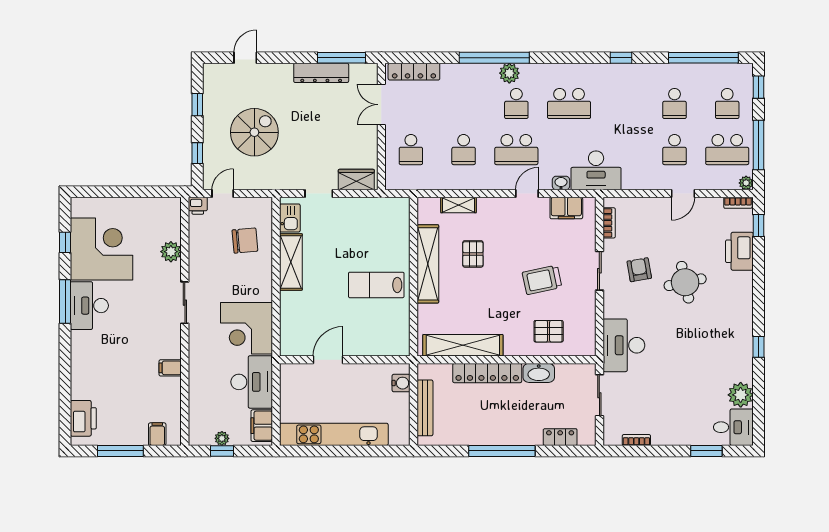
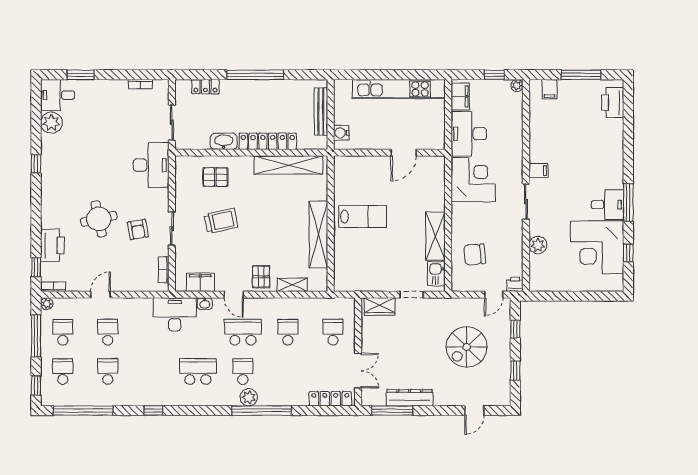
school desk: (727, 150) -> (63, 332), width x0.54
door: (527, 194) -> (234, 295), hinge flipped
pallet: (473, 254) -> (261, 277), moved
desk: (89, 306) -> (607, 205), width x0.73
filing cabinet: (170, 368) -> (538, 171), moved
plant: (222, 438) -> (517, 86), moved

